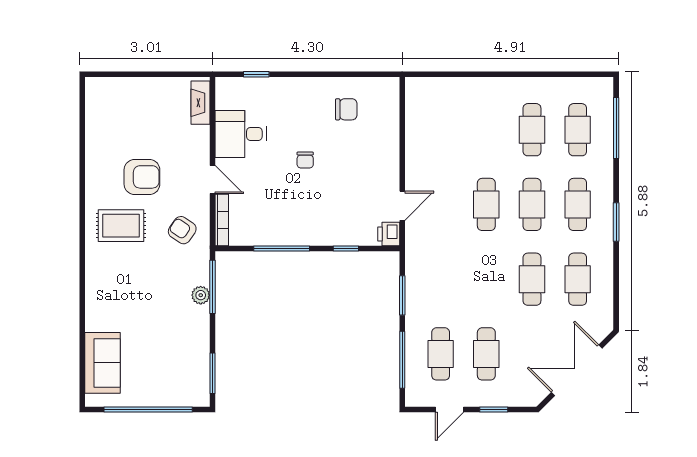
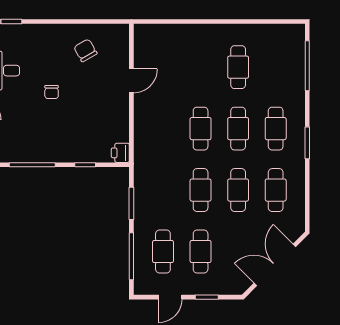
chair: (346, 109) -> (85, 50), turned -120
cafe table: (578, 130) -> (201, 190), moved
door: (402, 206) -> (131, 81), moved

